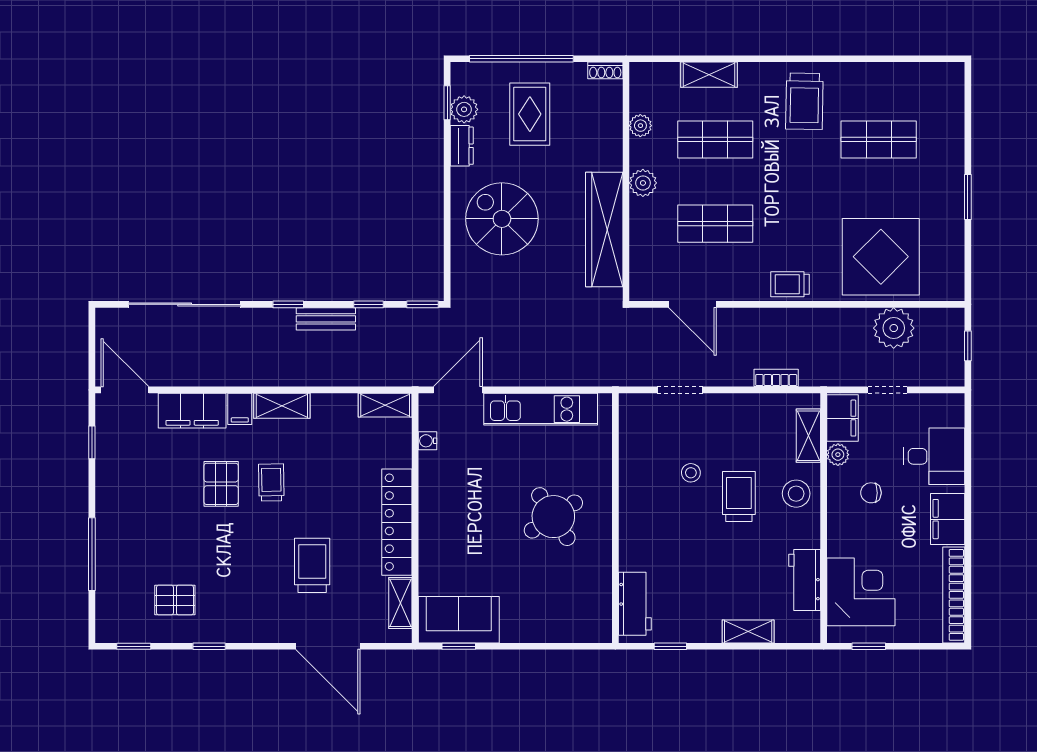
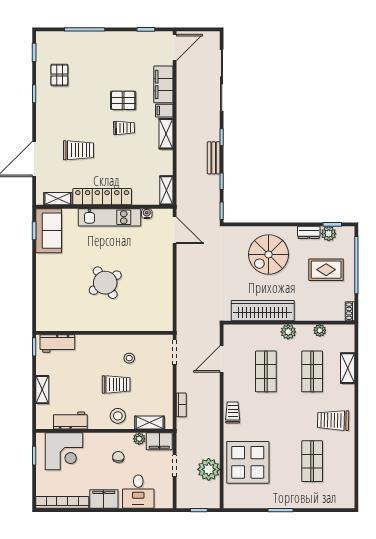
spiral stairs: (502, 219) -> (269, 254), turned 180
kitchen unit: (541, 409) -> (109, 217), moved, turned -90
wall: (615, 518) -> (104, 333), moved
workbench: (635, 604) -> (57, 343), moved

